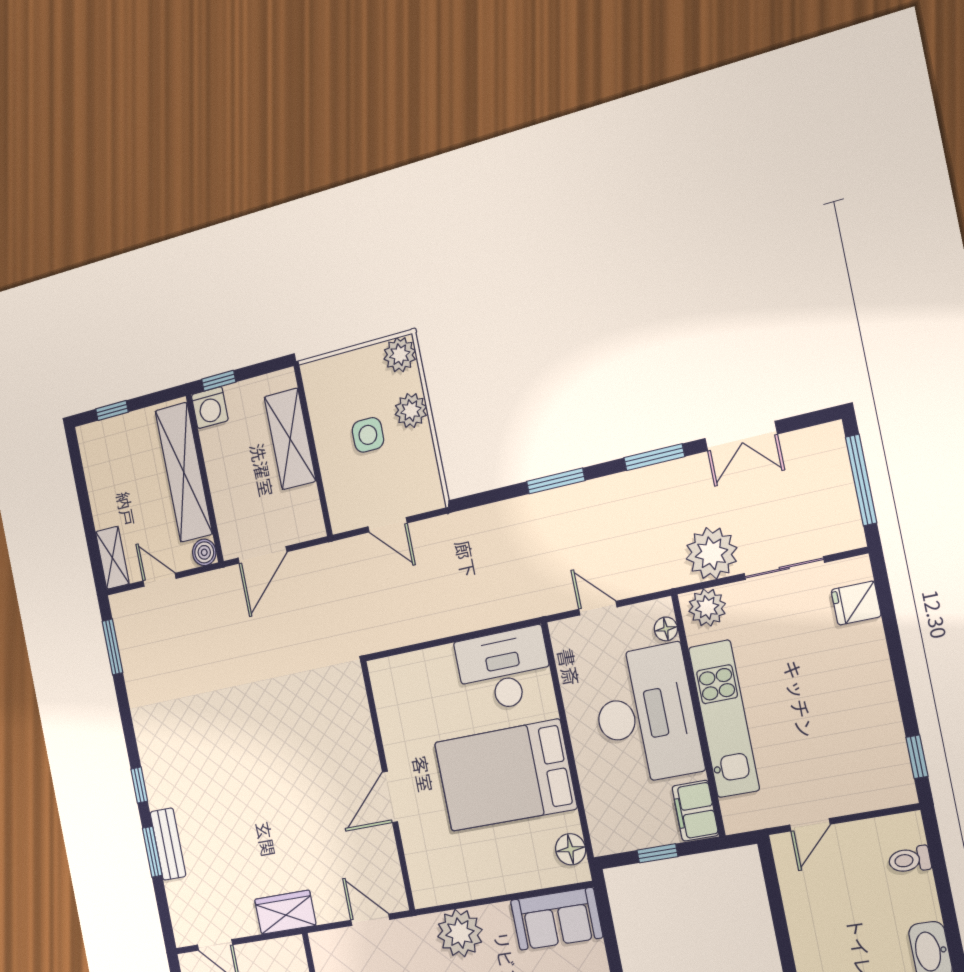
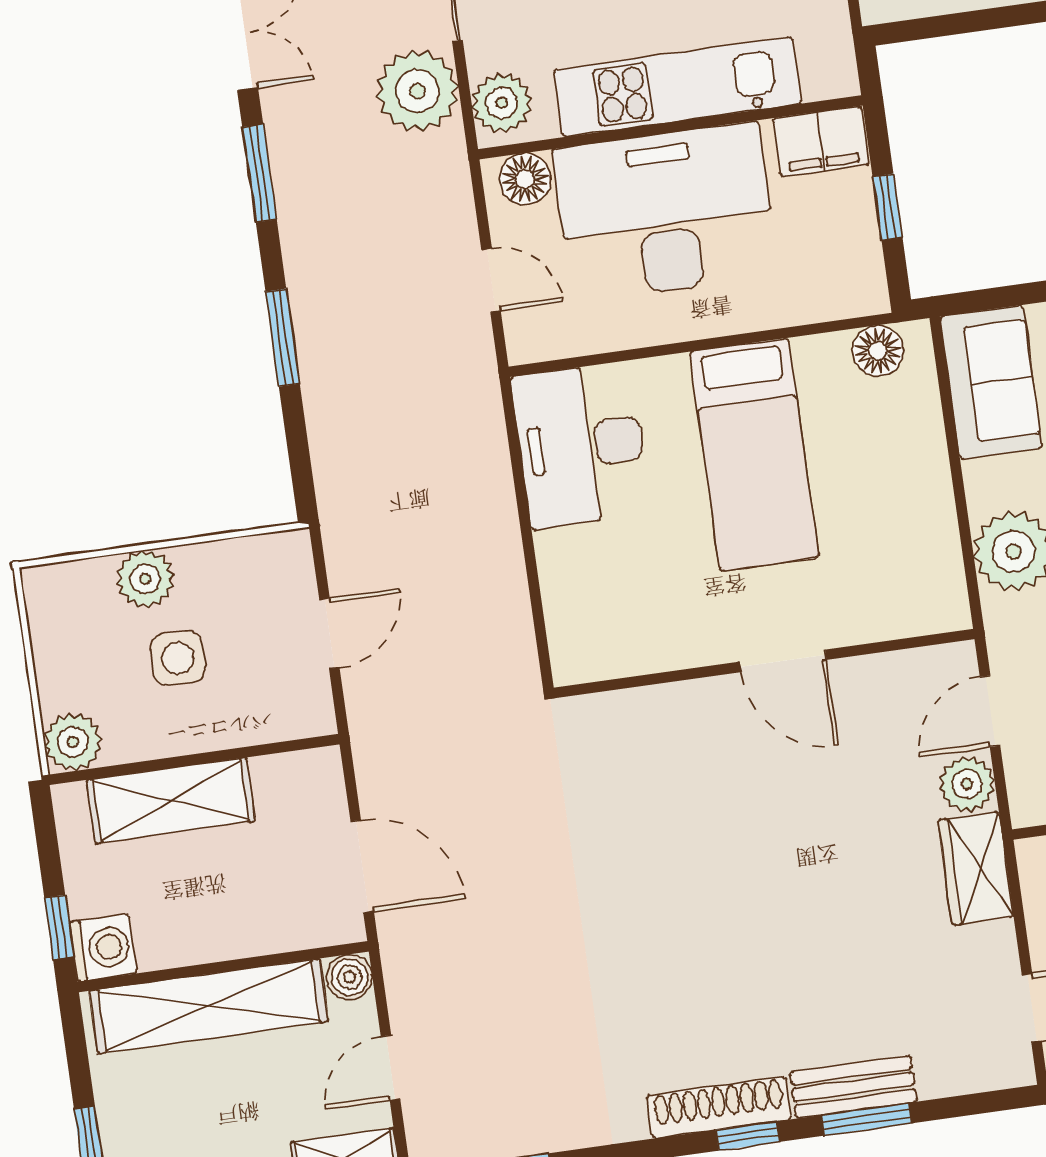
plant: (400, 355) -> (73, 742), moved
door: (598, 608) -> (491, 280), swing flipped
floor lamp: (666, 629) -> (525, 179), width x1.37, depth x1.37
shoe rack: (152, 768) -> (719, 1107), added
bed: (505, 775) -> (754, 455), width x0.67
plant: (330, 907) -> (967, 784), added

